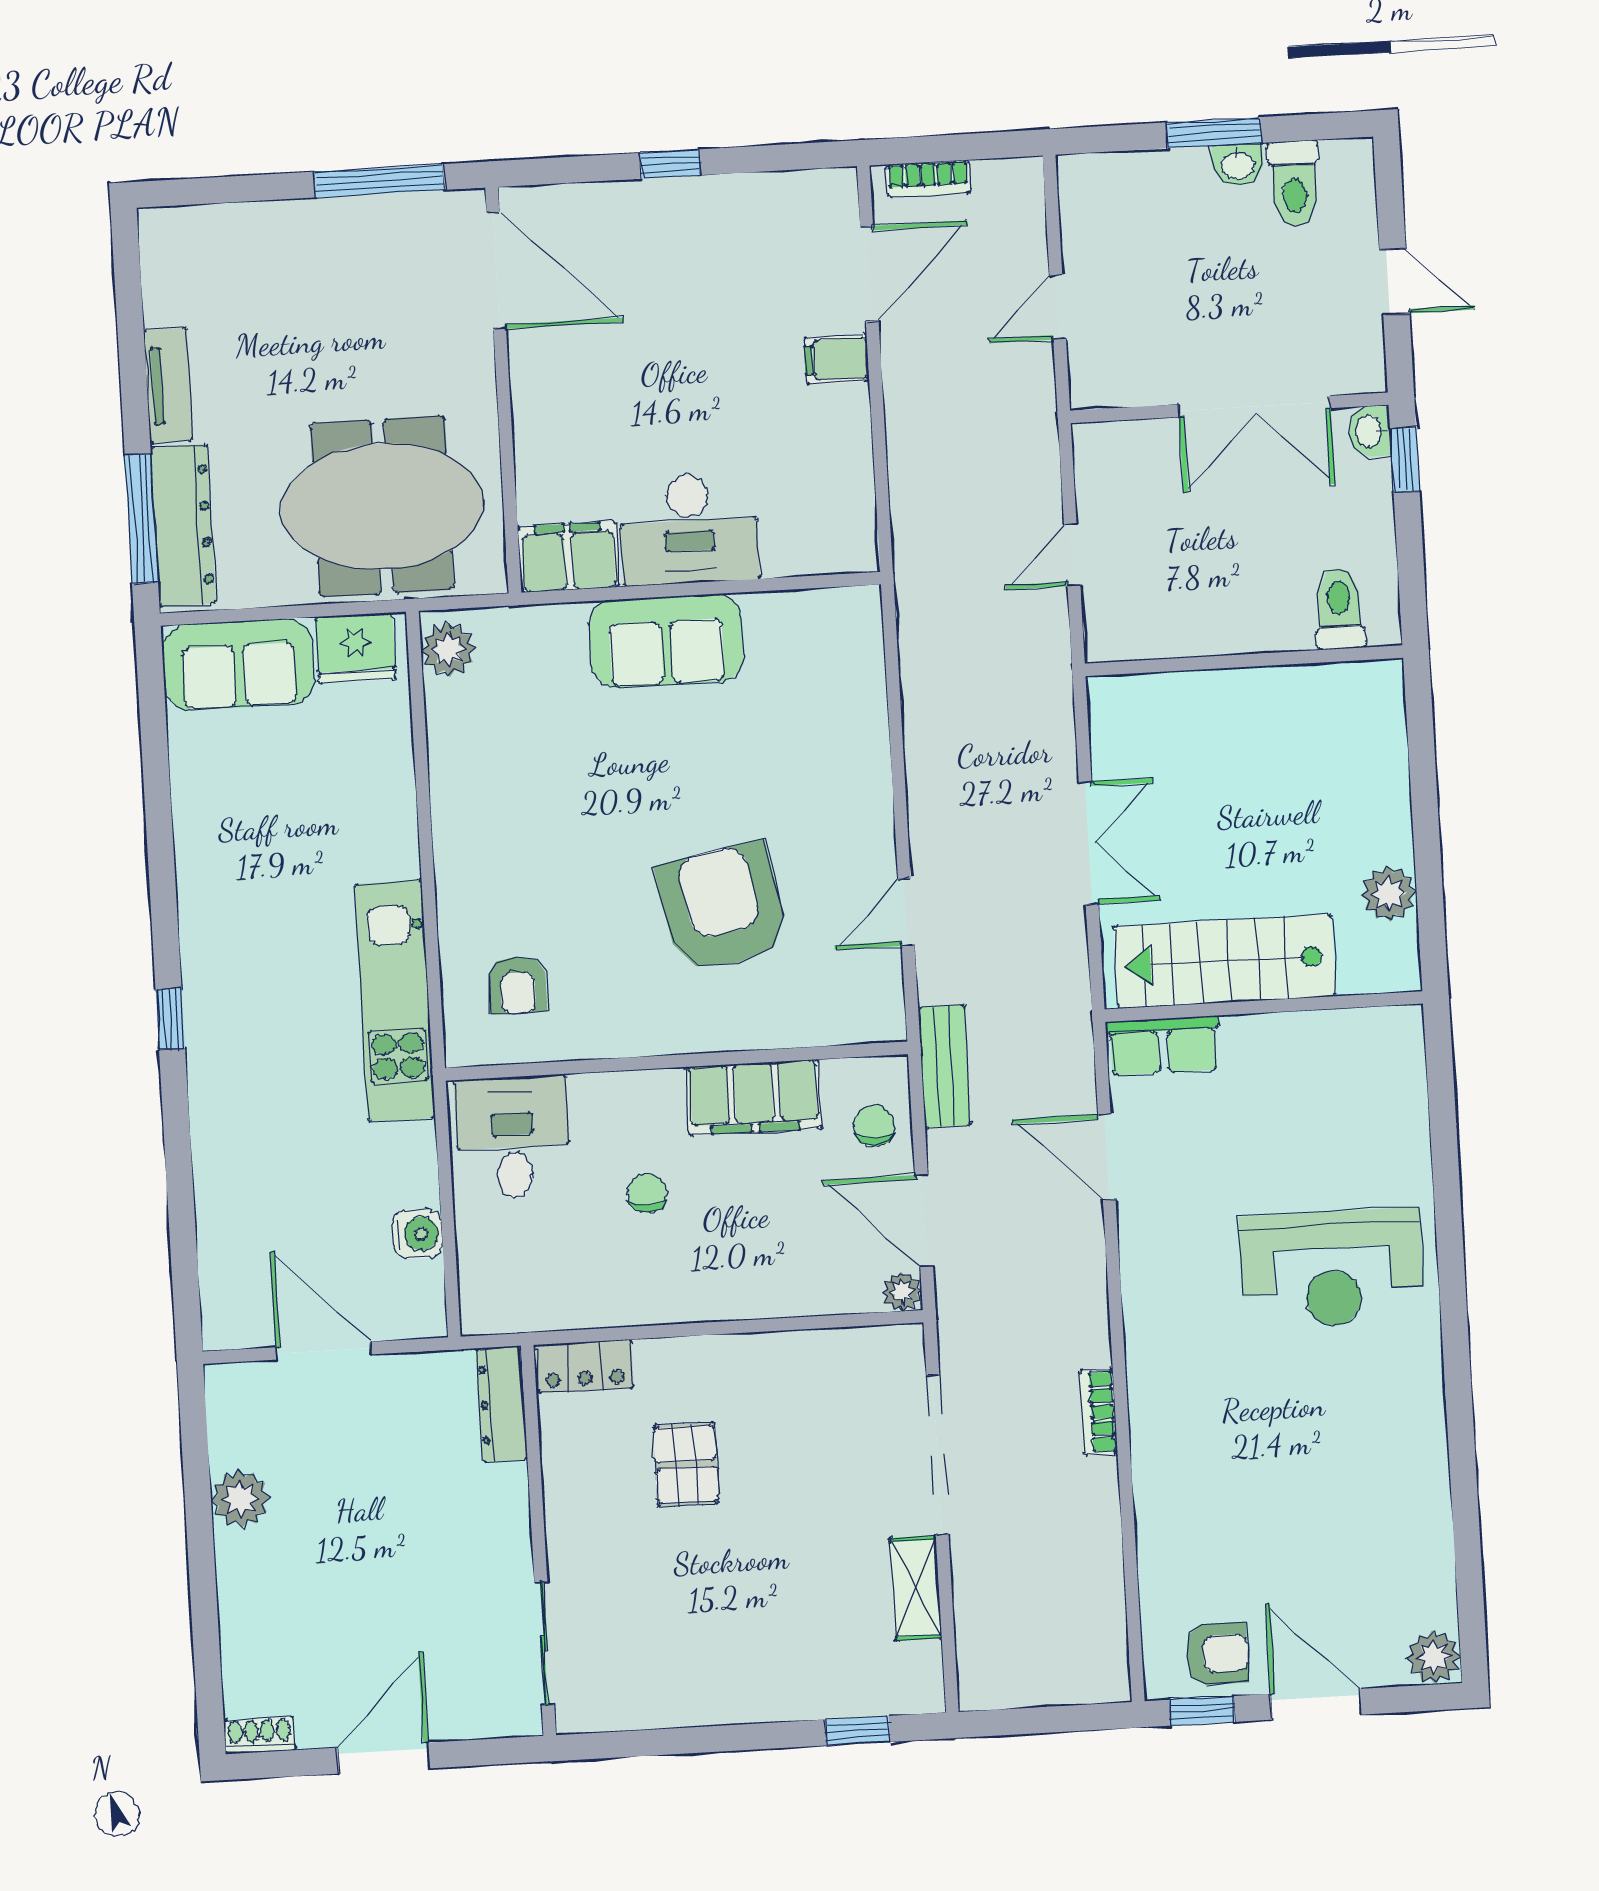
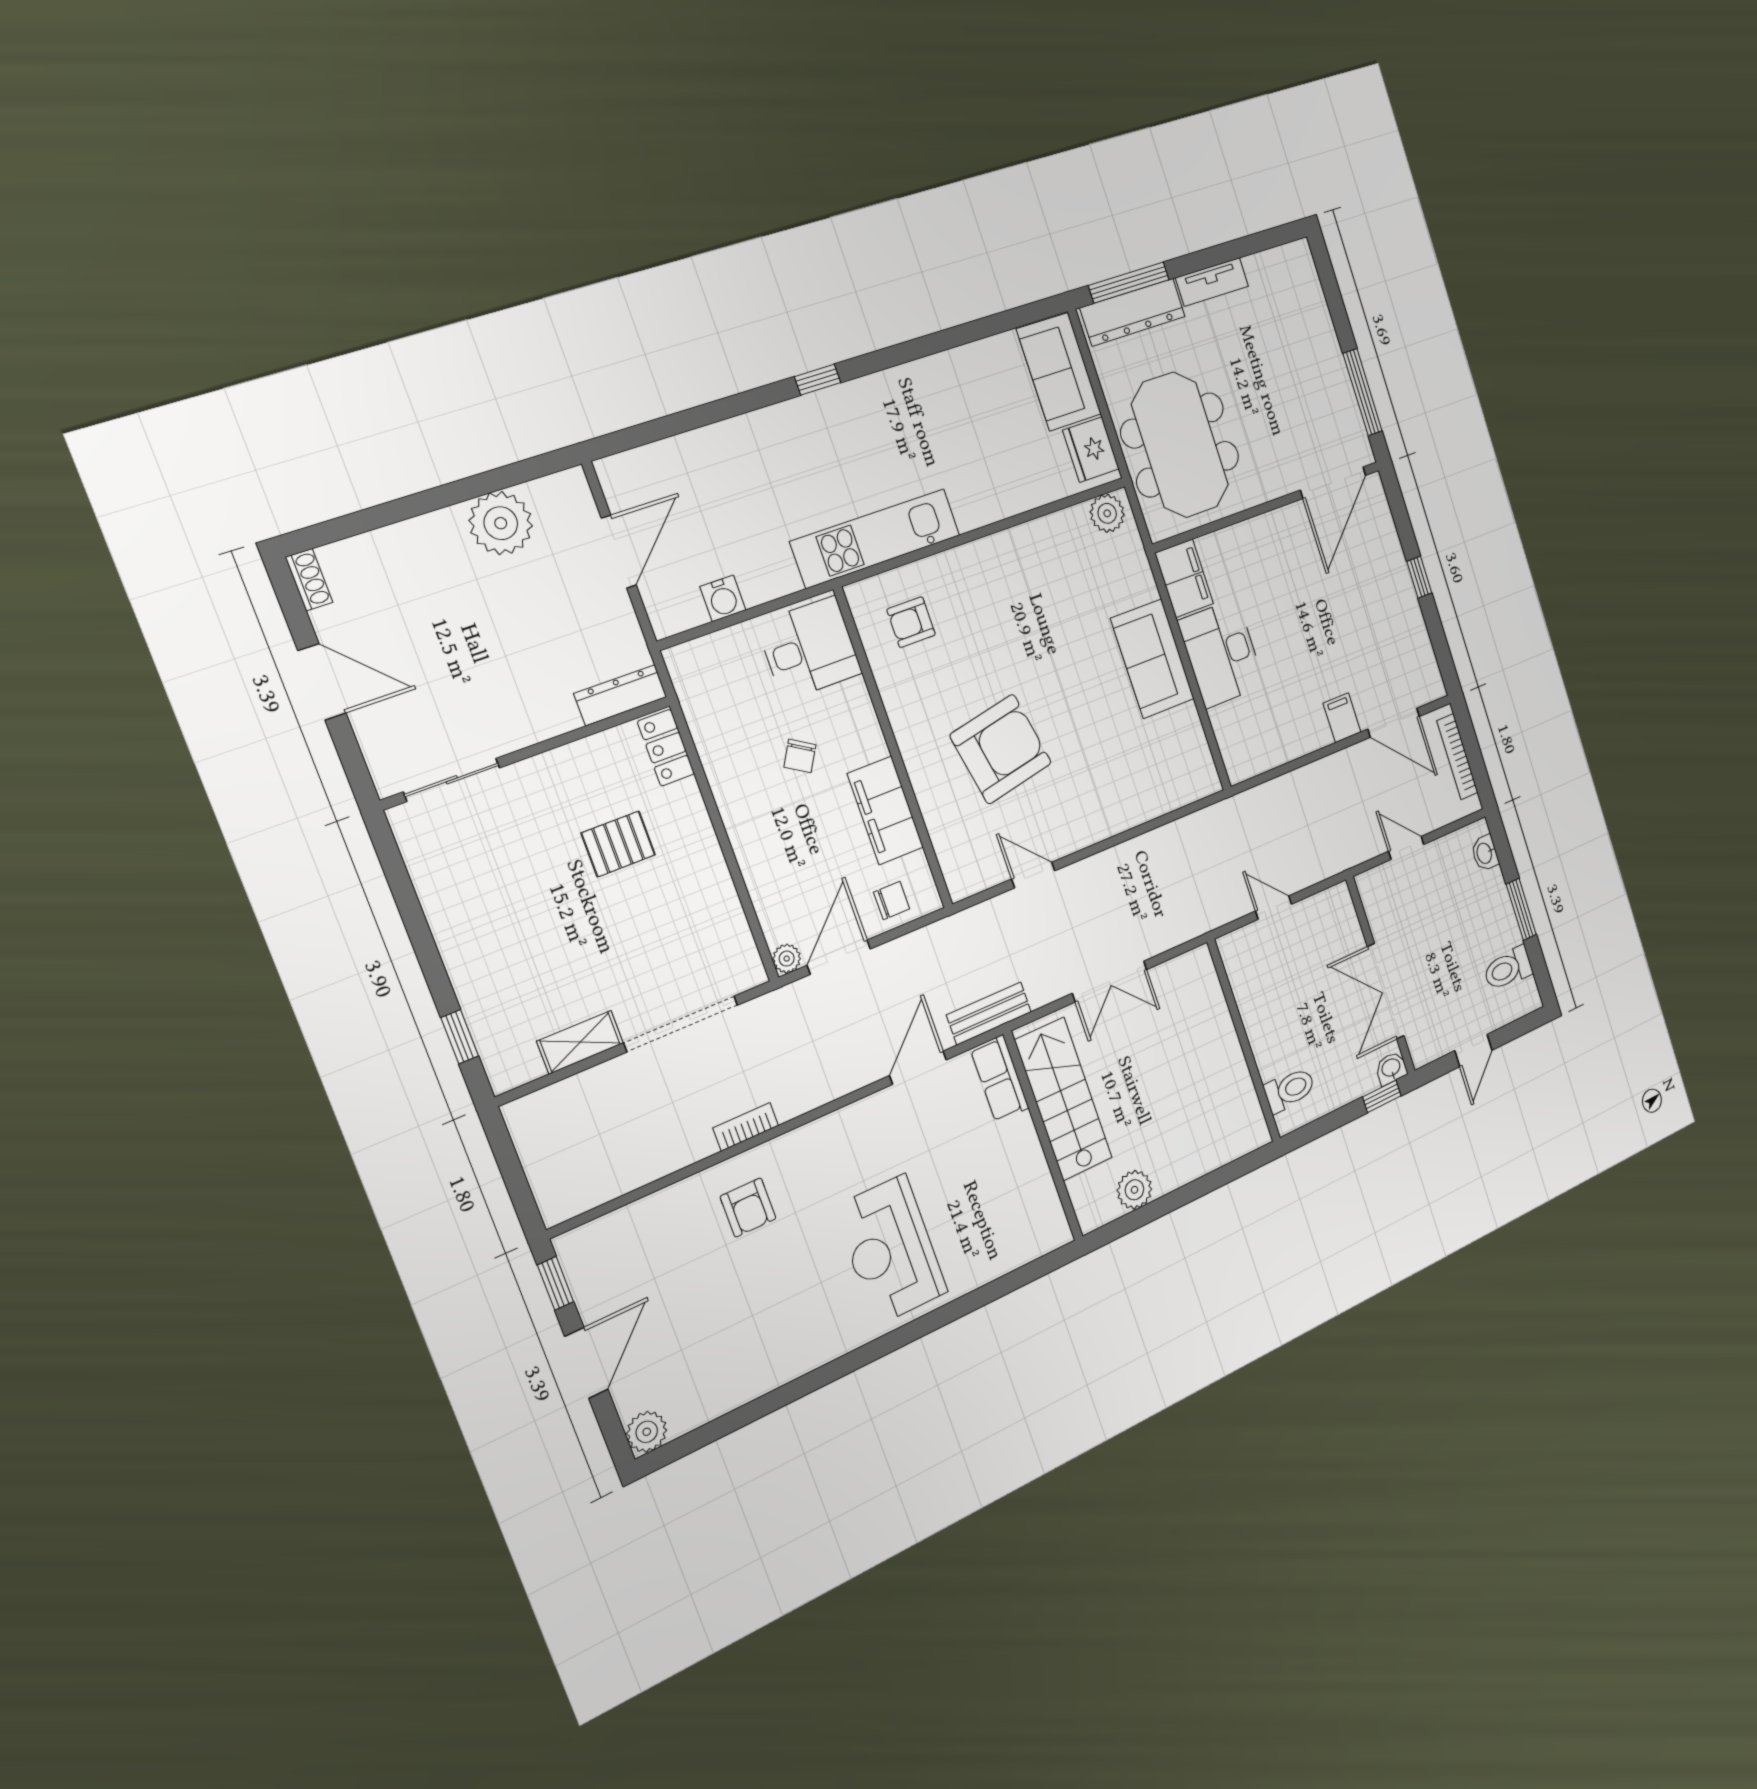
washbasin: (1238, 165) -> (1485, 853), moved
bookcase: (928, 179) -> (1457, 757), width x1.56
bench: (944, 1066) -> (989, 1013), moved
chair: (647, 1193) -> (800, 756), turned 120
plant: (240, 1499) -> (501, 523), width x1.36, depth x1.36
armchair: (1217, 1654) -> (748, 1208), moved

